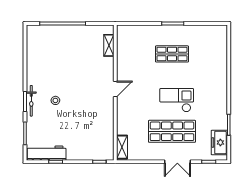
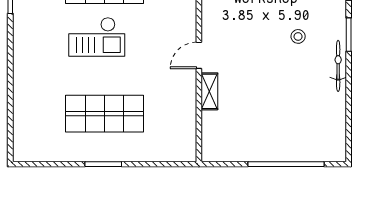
shelving: (109, 45) -> (209, 91), moved
shop shelf: (172, 54) -> (105, 114), width x1.43, depth x1.36
bicycle: (31, 101) -> (338, 66), moved

